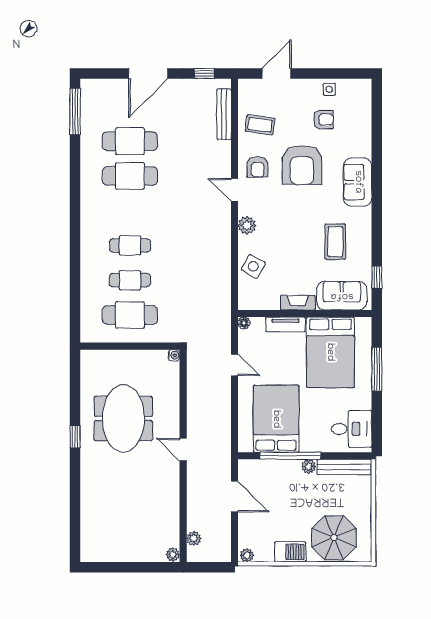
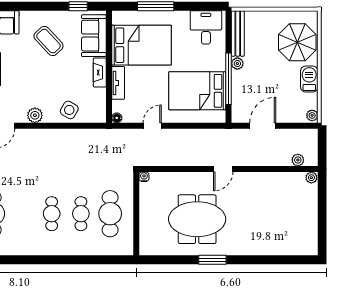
coffee table: (335, 242) -> (49, 41), turned 47
window: (75, 437) -> (212, 260), width x1.50

